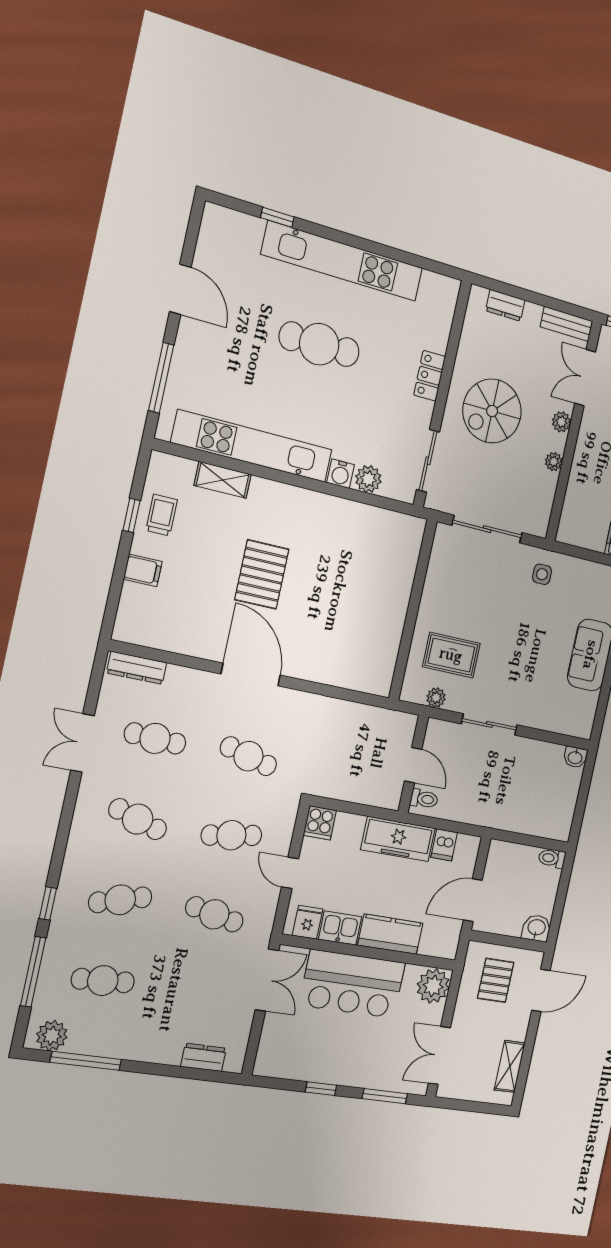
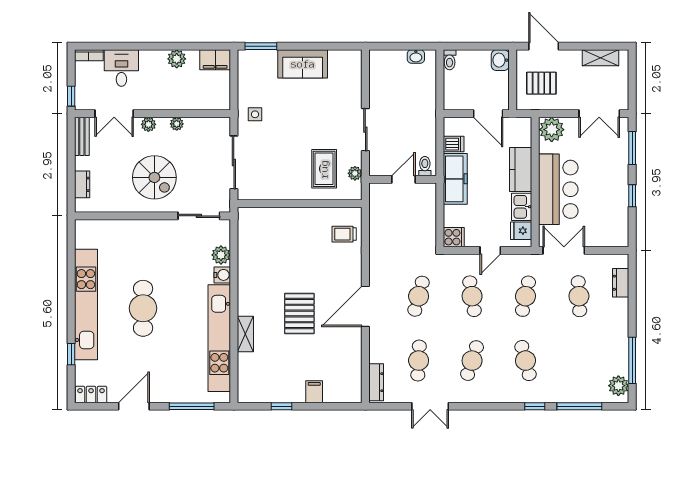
locker: (430, 376) -> (91, 394), moved, turned 180
shelving: (223, 480) -> (245, 334), moved
trolley: (162, 515) -> (344, 234), moved
pallet: (262, 574) -> (299, 314), turned 90
washbasin: (575, 757) -> (416, 56), moved, turned 90
cafe table: (103, 981) -> (579, 296), moved

